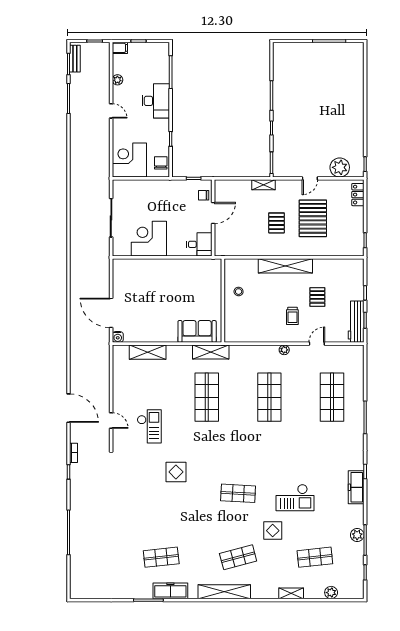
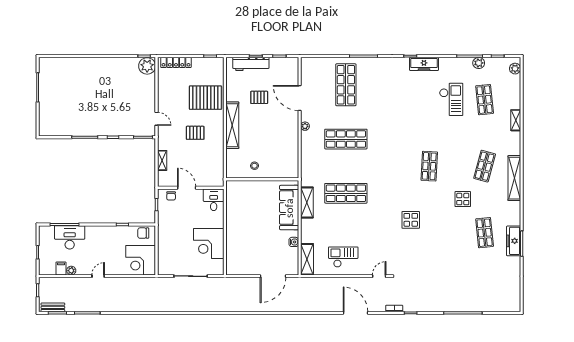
filing cabinet: (120, 48) -> (61, 268), moved
desk: (156, 101) -> (70, 237), moved
plant: (340, 167) -> (147, 66), moved
door: (310, 178) -> (157, 119), moved
shelving: (264, 185) -> (162, 160), moved
locker: (358, 195) -> (176, 62), width x1.53
pallet: (313, 218) -> (205, 98), moved
trolley: (292, 316) -> (276, 119), removed
workbench: (356, 322) -> (251, 64), moved
sofa: (197, 331) -> (289, 208), width x1.36
water cooler: (118, 337) -> (294, 242), moved
door: (317, 344) -> (300, 98), width x1.87
shelving: (148, 352) -> (307, 259), moved
shelving: (211, 352) -> (307, 203), moved
shop shelf: (332, 397) -> (346, 85), turned 90
door: (69, 408) -> (355, 313), hinge flipped
door: (111, 421) -> (379, 276), moved
checkout: (149, 426) -> (343, 257), moved
checkout: (295, 498) -> (451, 99), moved
display table: (273, 531) -> (463, 199), moved
plant: (357, 535) -> (479, 63), moved
shop shelf: (238, 557) -> (485, 166), turned 30
freezer: (170, 591) -> (514, 241), moved
plant: (331, 593) -> (515, 69), moved

